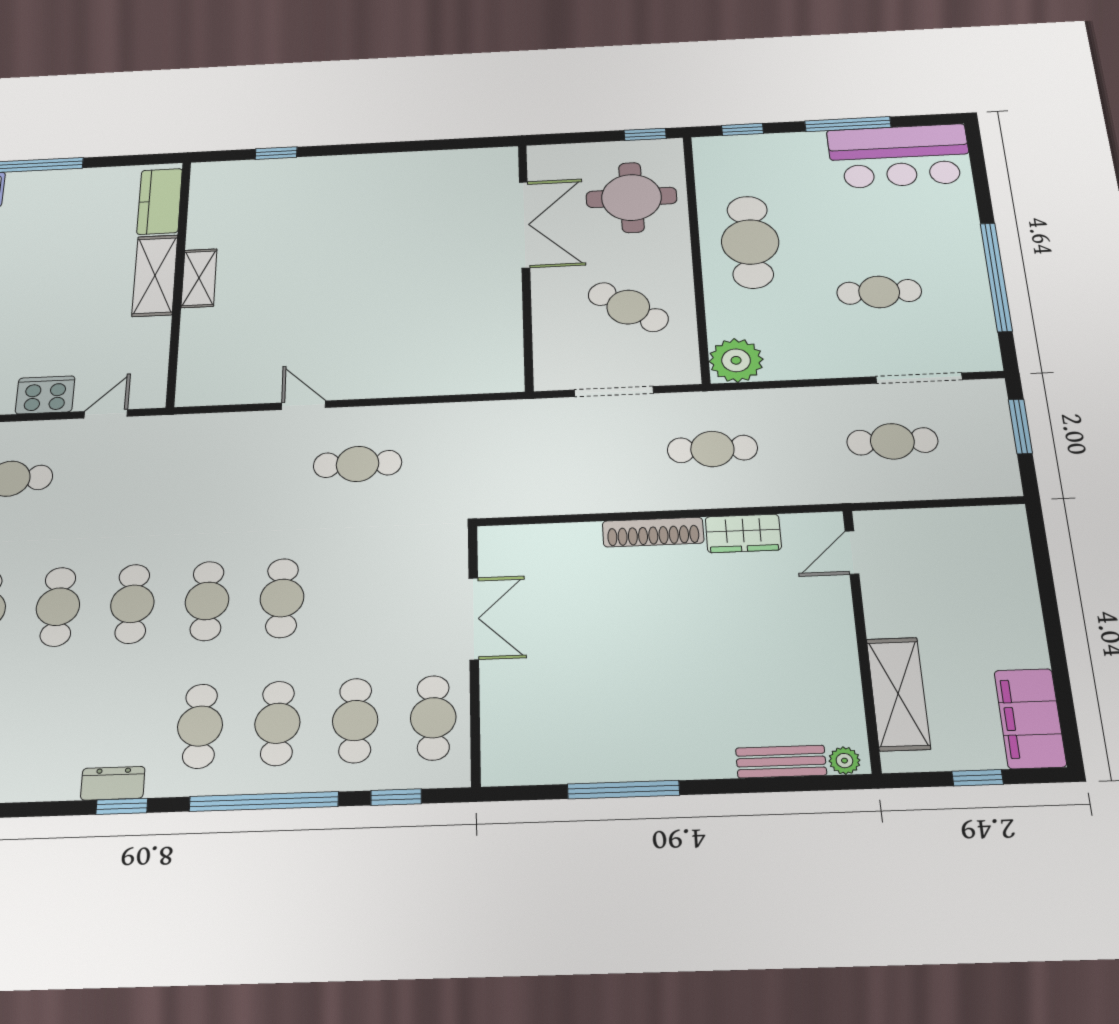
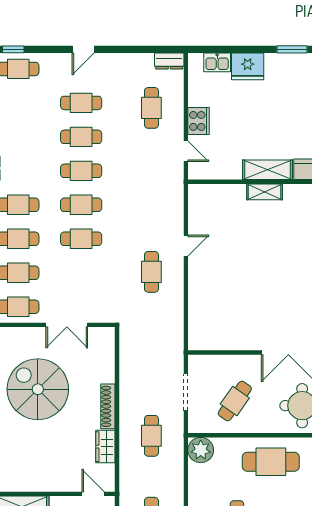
spiral stairs: (622, 671) -> (38, 389), added

